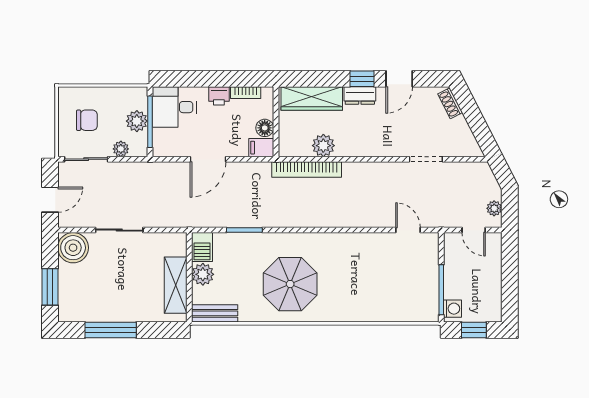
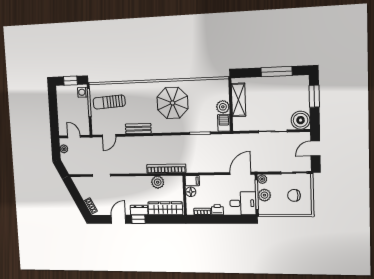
plant: (121, 149) -> (262, 179), moved
door: (208, 159) -> (240, 173), moved
door: (408, 230) -> (109, 136), hinge flipped
sun lounger: (404, 290) -> (109, 102), added
bench: (215, 313) -> (138, 129), moved

